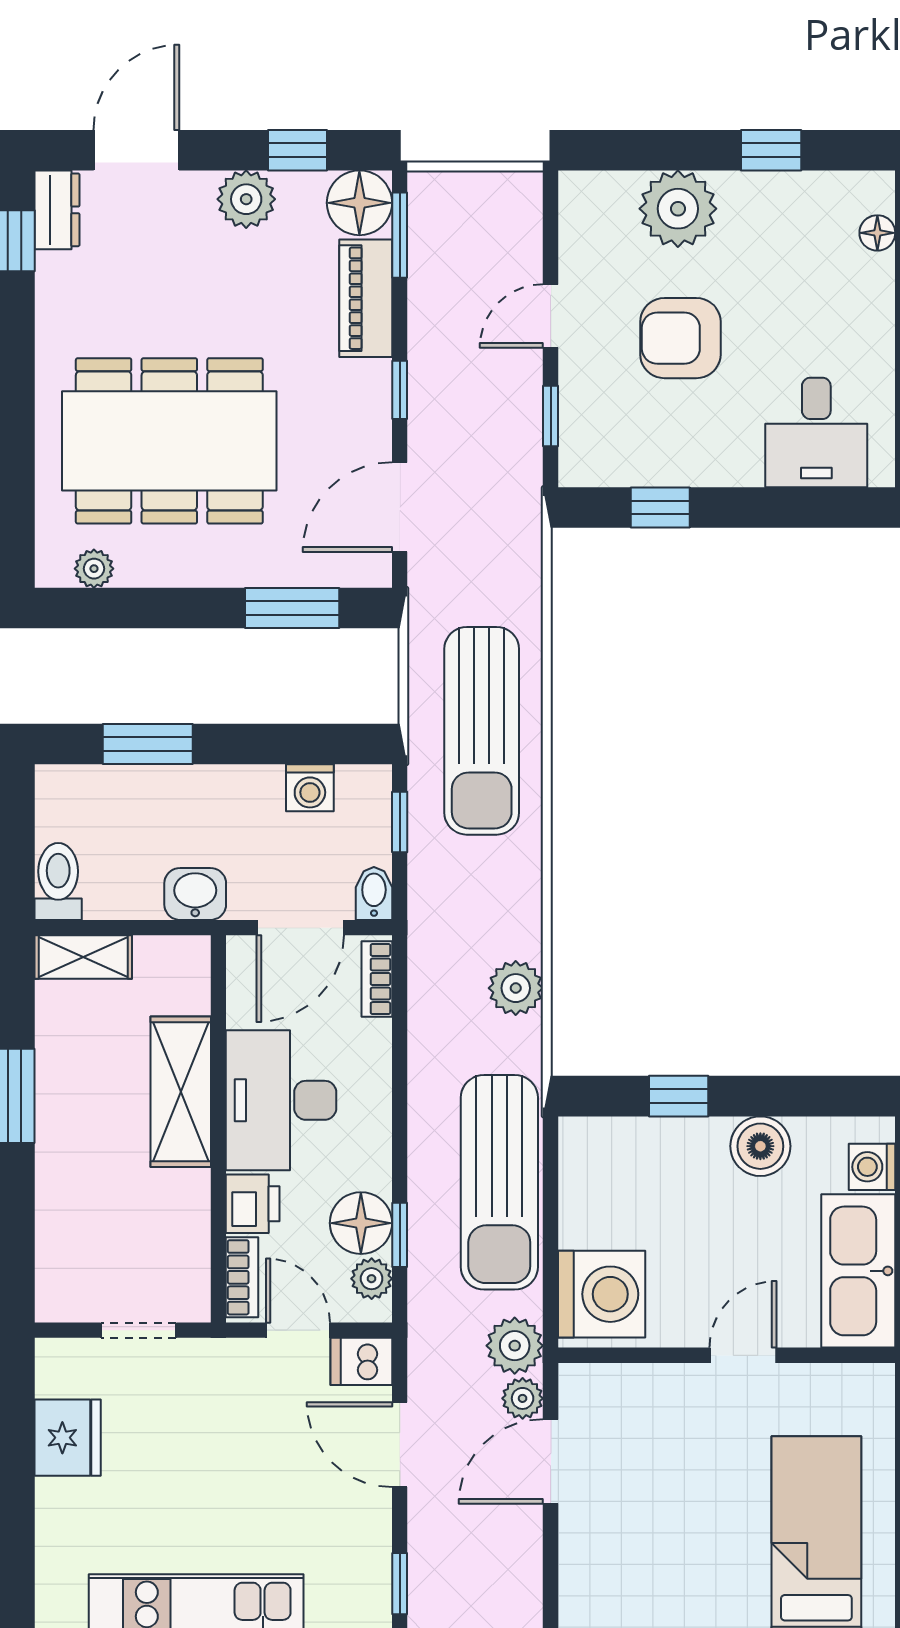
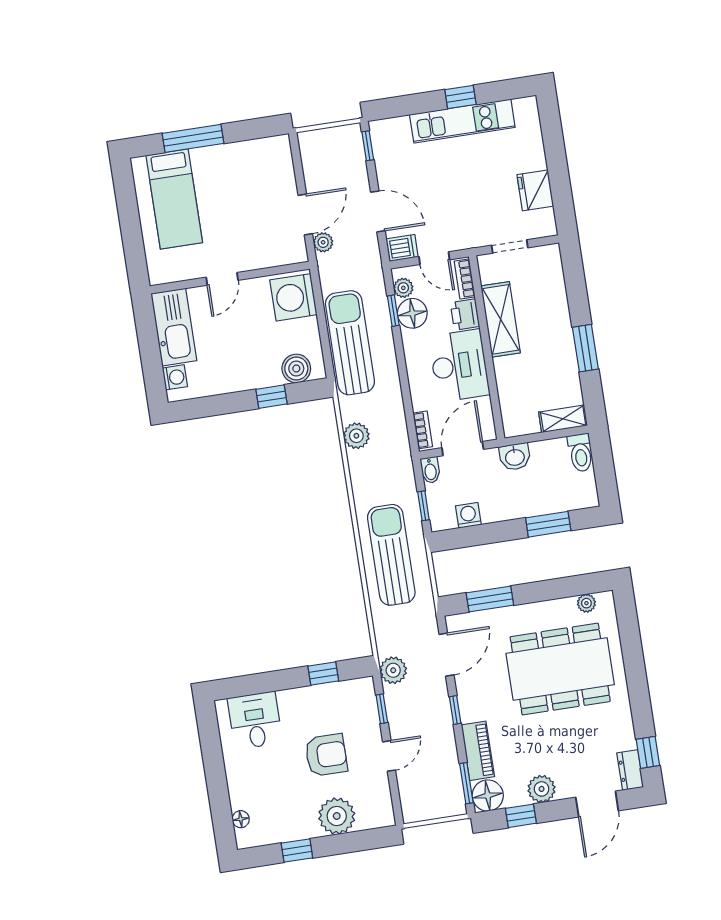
shelving: (181, 1092) -> (501, 319), moved
boiler: (760, 1146) -> (296, 368), moved
plant: (515, 1346) -> (393, 670), moved

